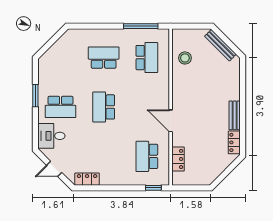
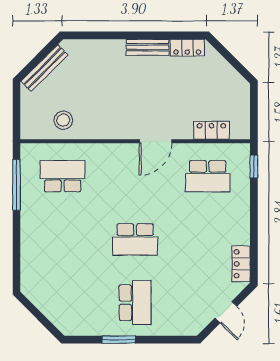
school desk: (104, 58) -> (63, 239), removed
desk: (51, 136) -> (178, 316), removed

